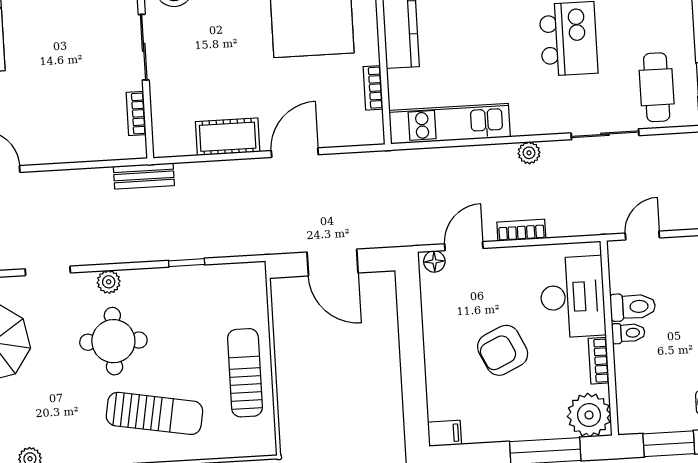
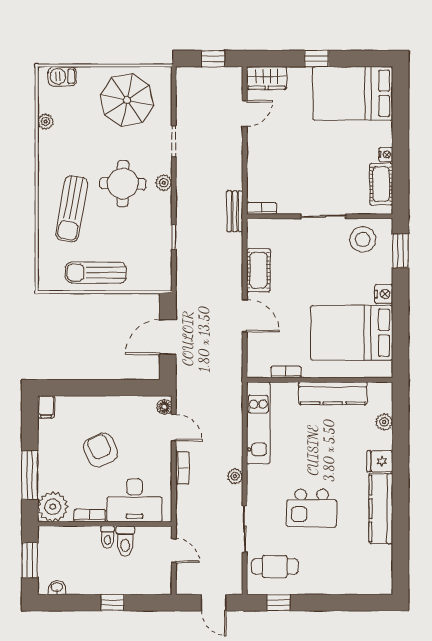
bookcase: (136, 114) -> (262, 208), moved
sun lounger: (245, 373) -> (96, 272), turned 180

